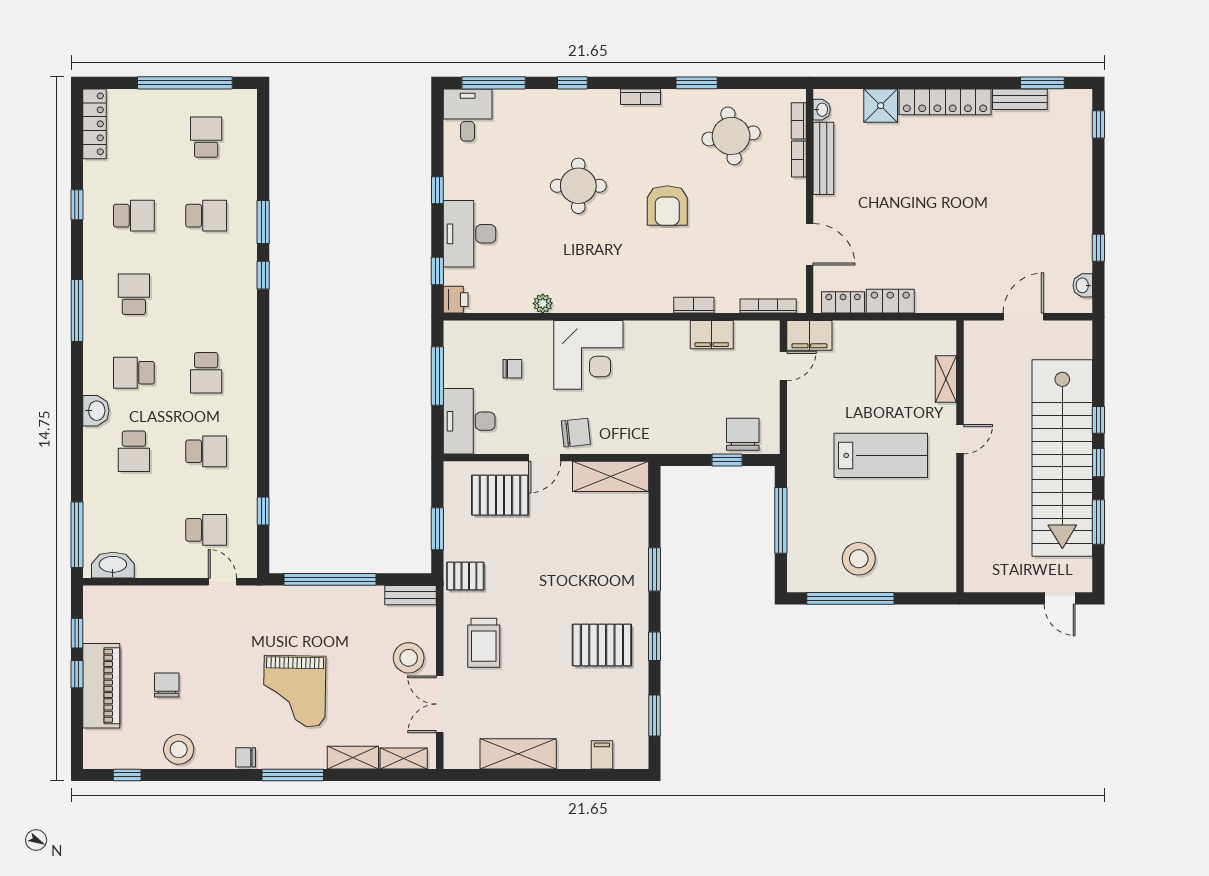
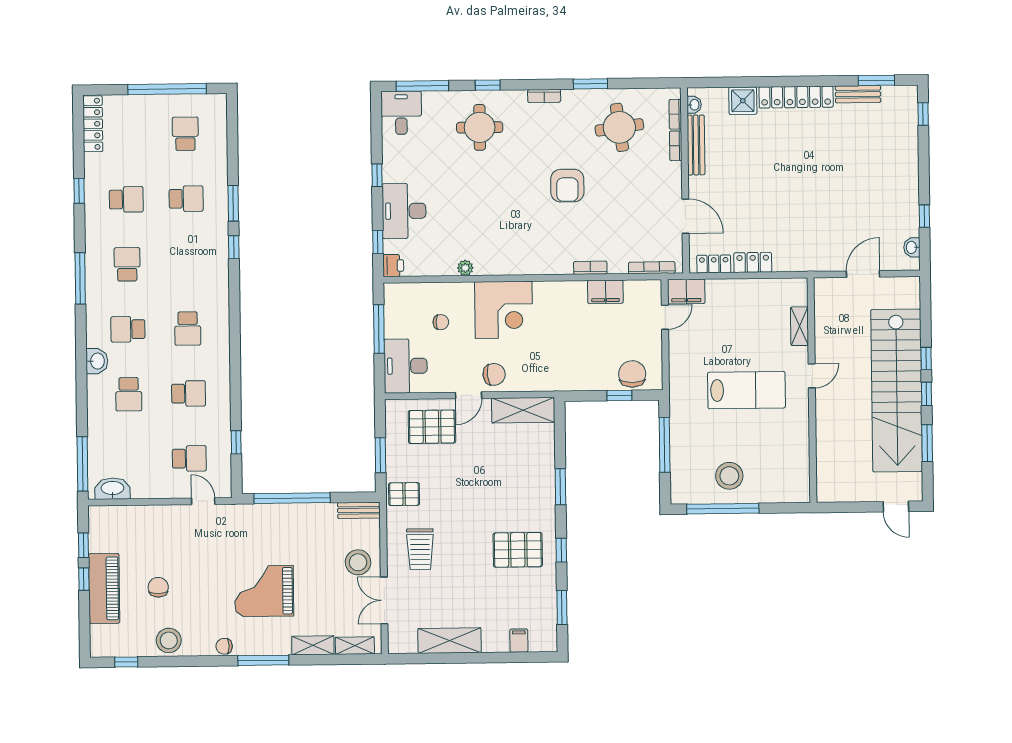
round table: (578, 186) -> (480, 127), moved
grand piano: (295, 691) -> (264, 591), turned 89

